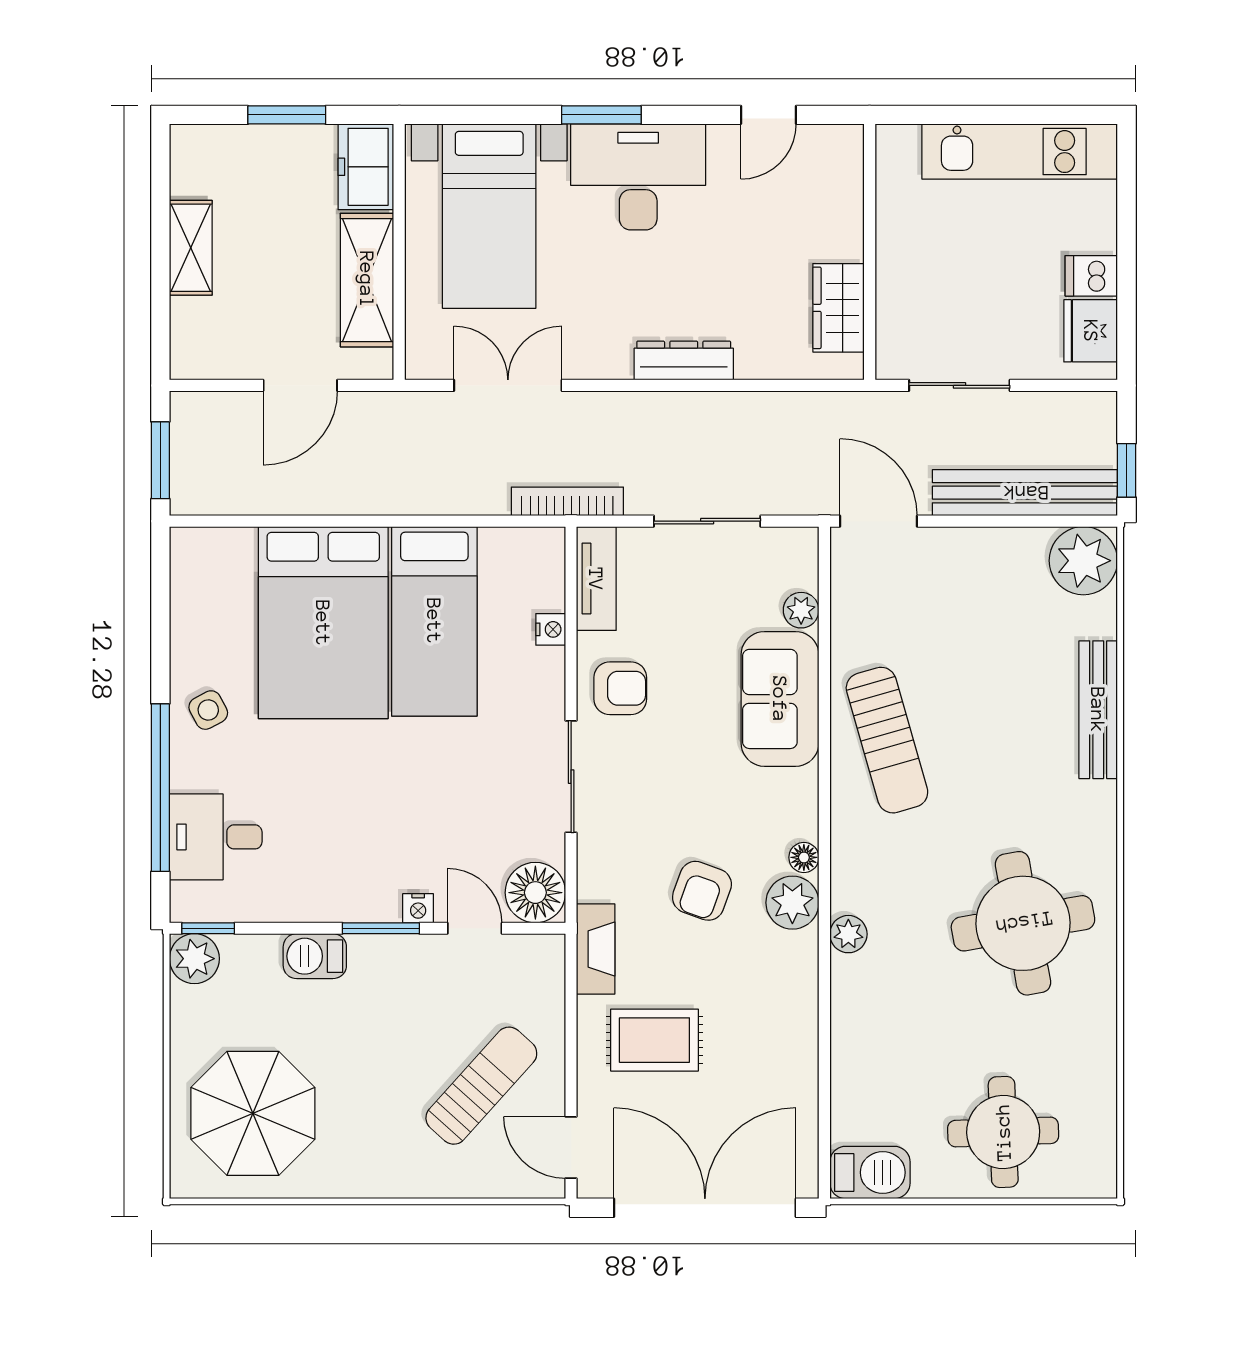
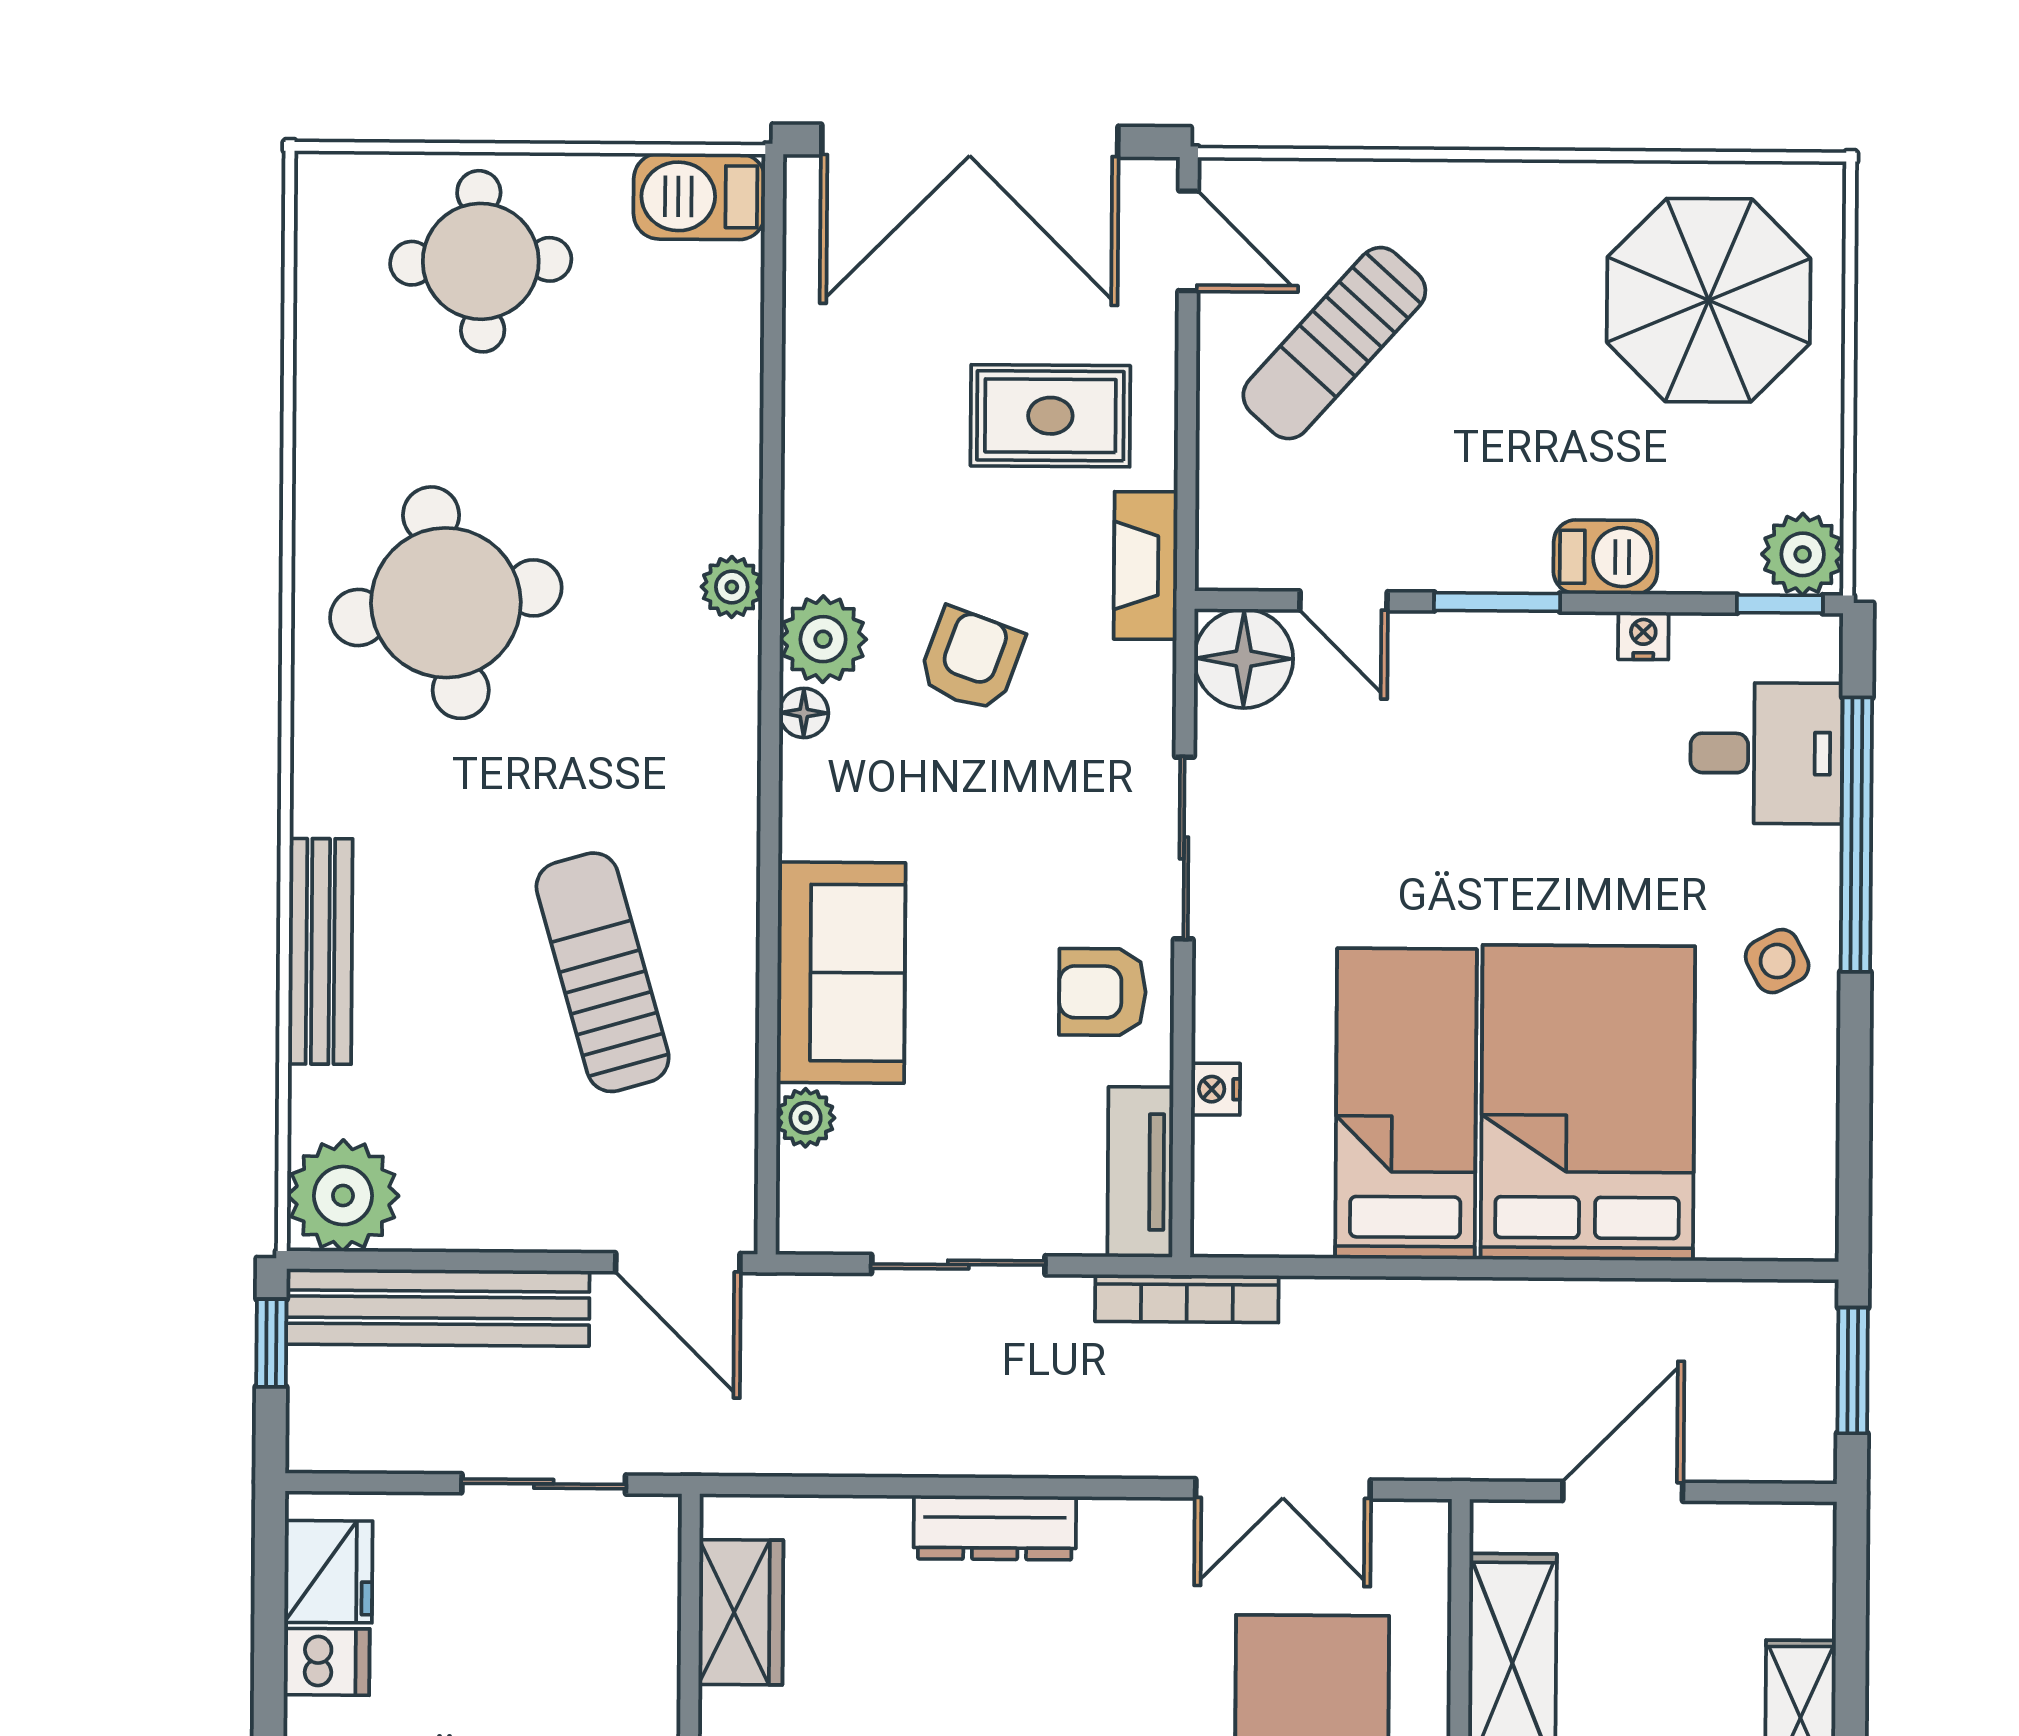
sun lounger: (887, 740) -> (603, 972), moved
nightstand: (418, 908) -> (1643, 636), moved

